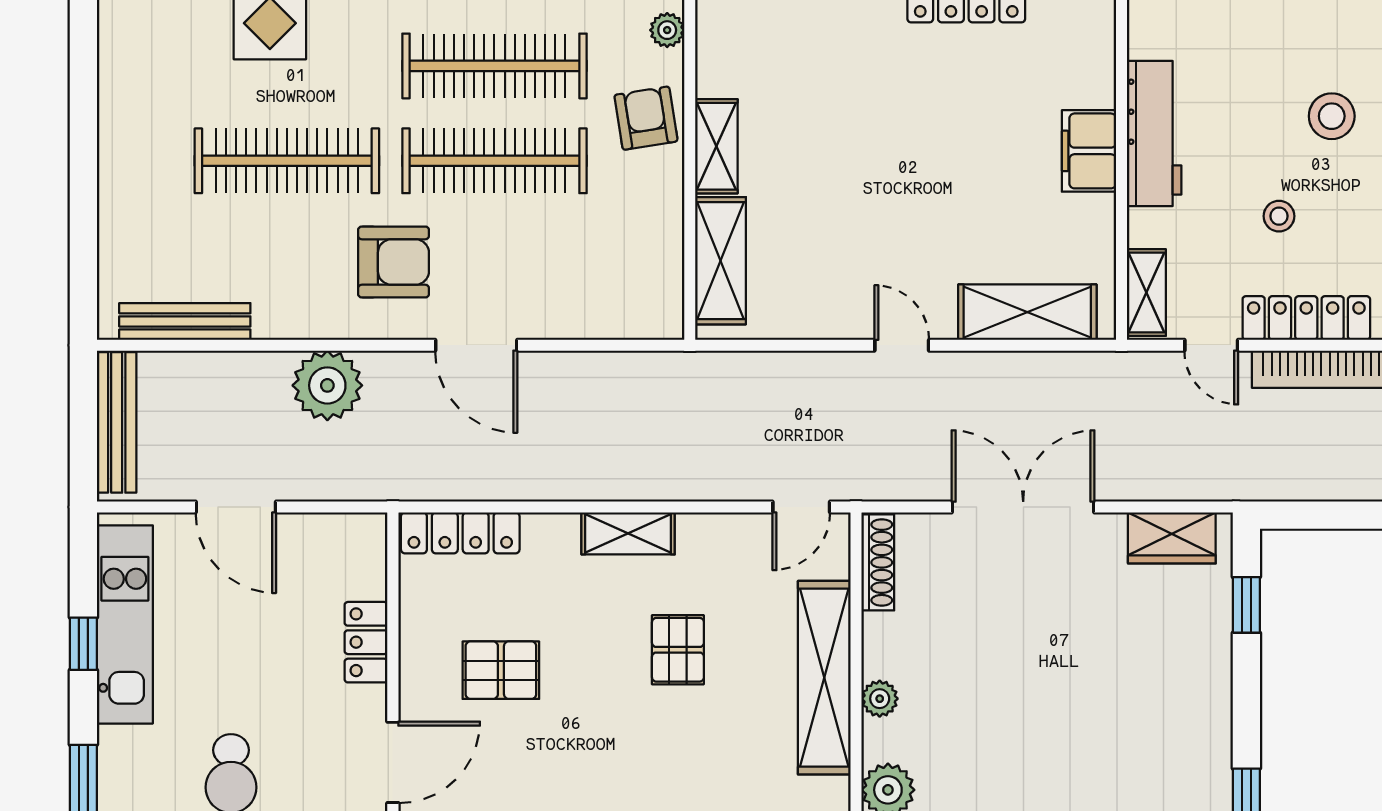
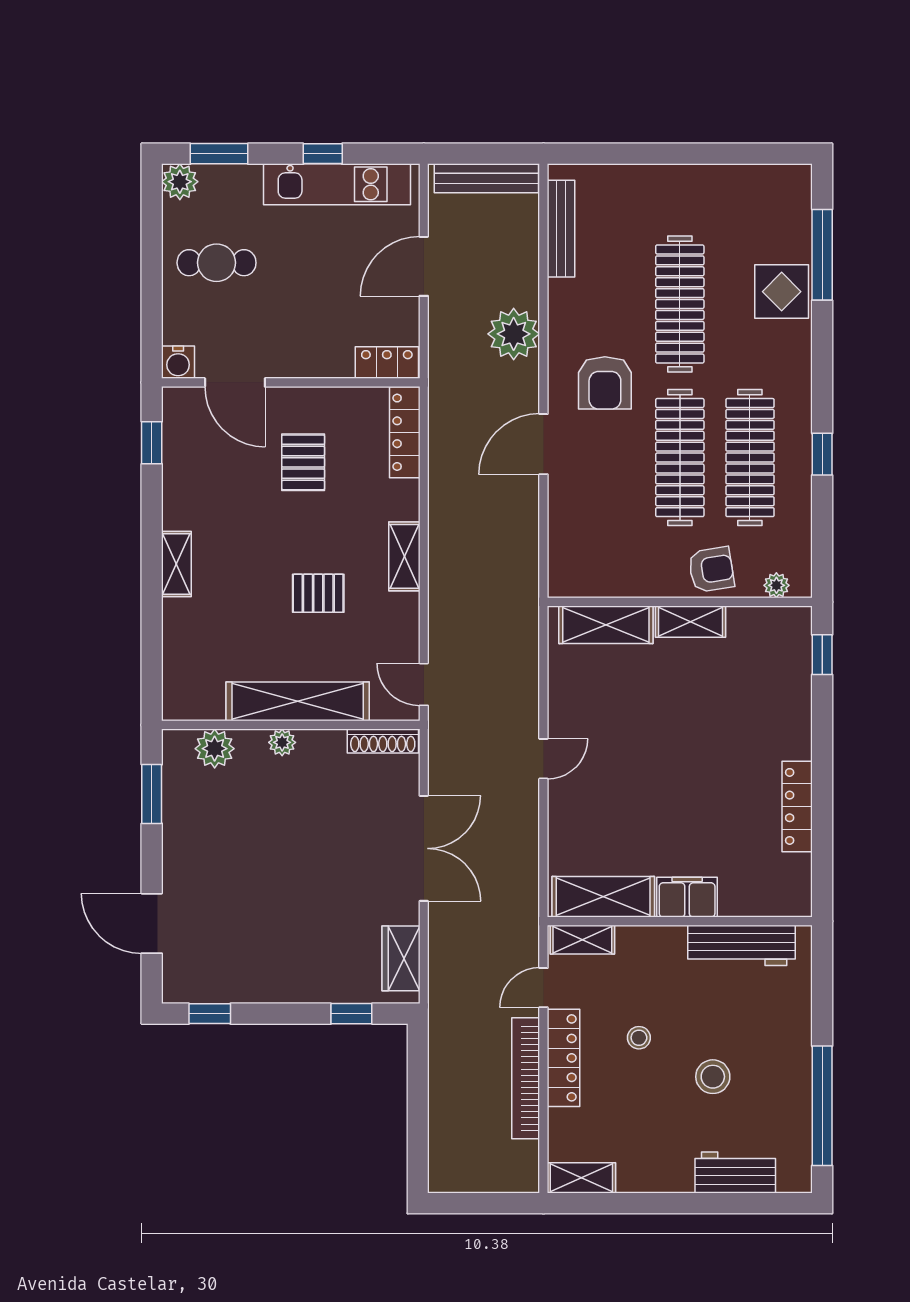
workbench: (1154, 134) -> (742, 945), moved
shelving: (1027, 312) -> (603, 897), moved, turned 90
locker: (366, 642) -> (387, 363), moved

